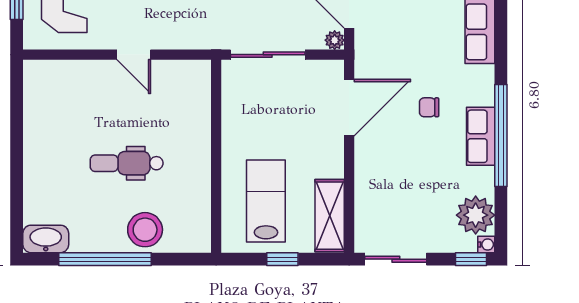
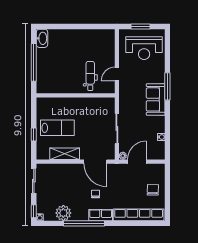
row of seats: (481, 136) -> (101, 215), moved
wall: (216, 156) -> (76, 95), moved
dental chair: (127, 163) -> (90, 76), moved
plant: (476, 215) -> (63, 213), moved
shelving: (330, 216) -> (65, 154), moved
stool: (145, 230) -> (46, 79), removed

